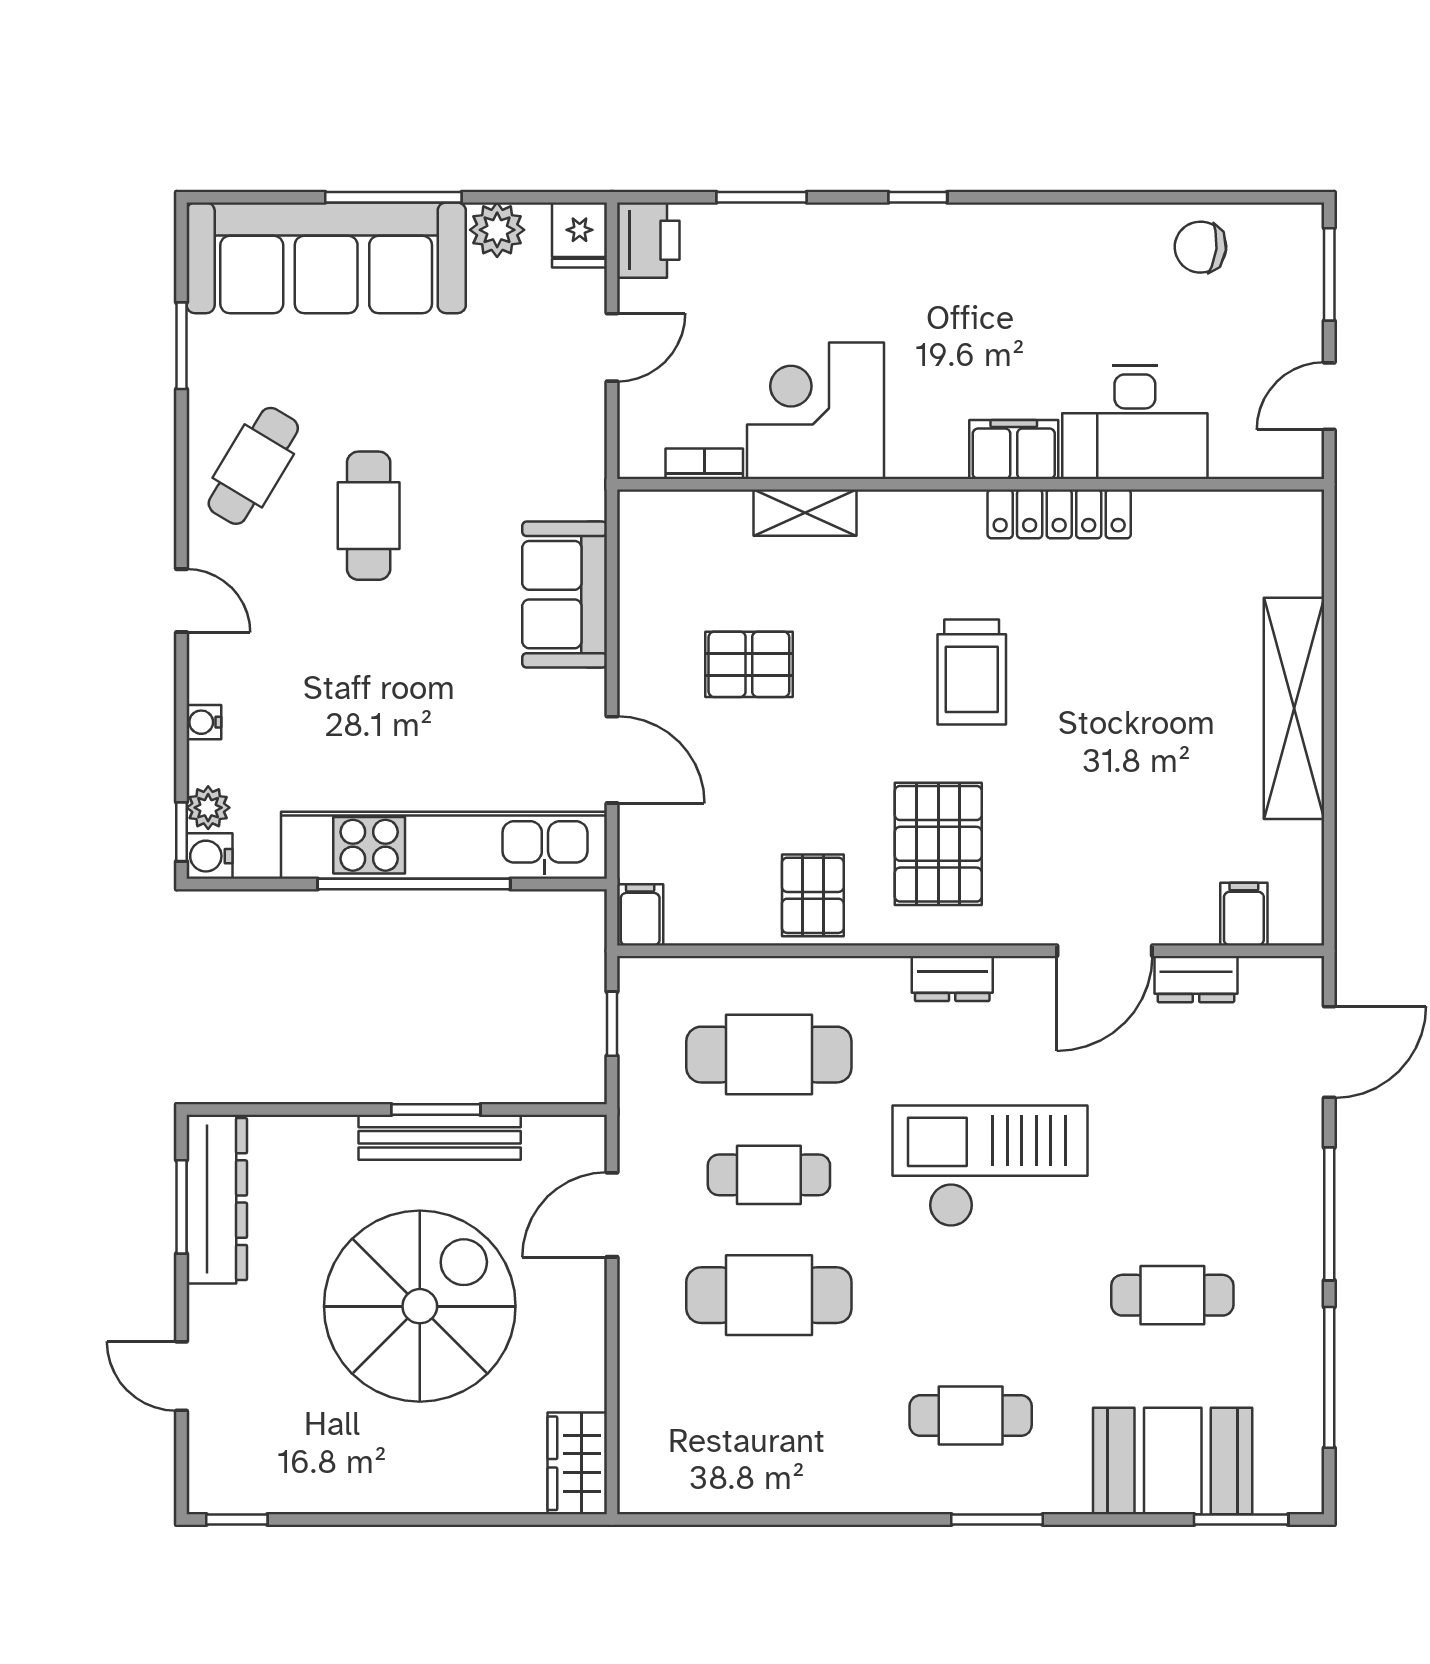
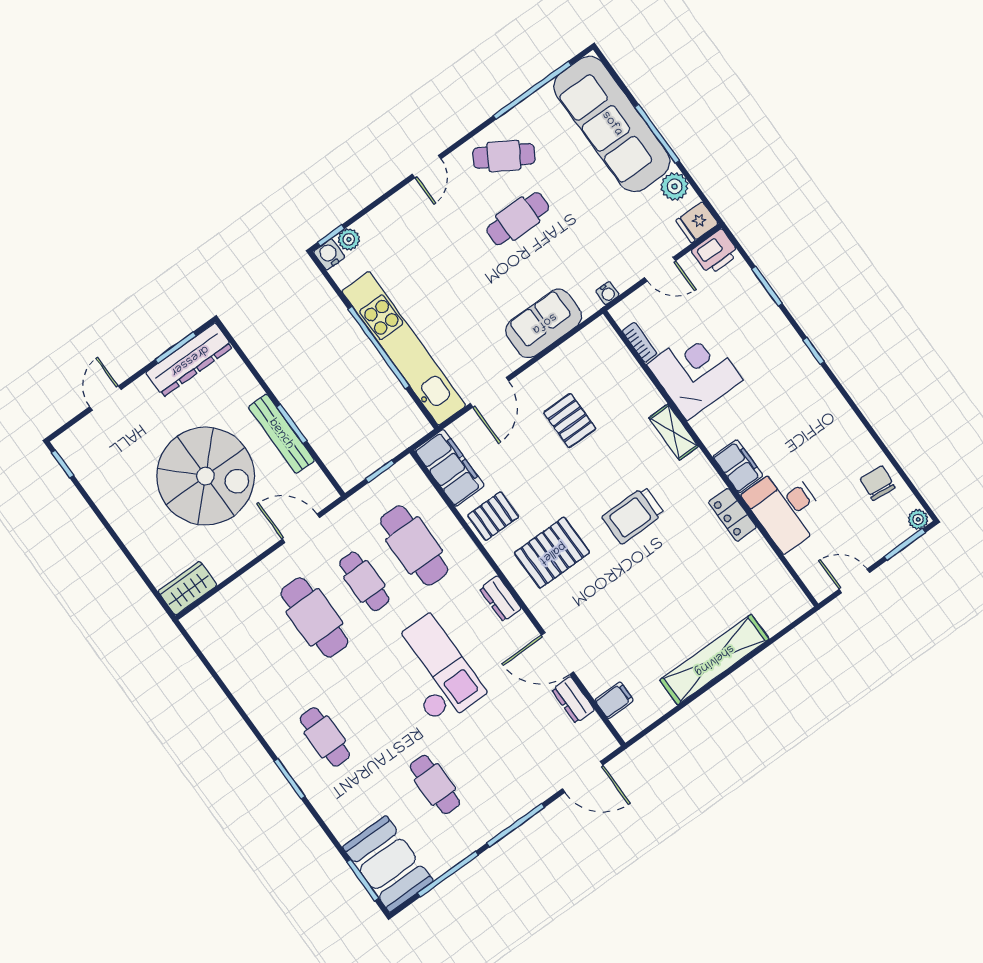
plant: (1305, 224) -> (918, 519), added
window: (182, 346) -> (532, 90), width x2.11
shelving: (805, 513) -> (674, 432), moved
locker: (1059, 514) -> (732, 515), width x0.66
water cooler: (204, 722) -> (607, 293), moved, turned 180
filing cabinet: (640, 915) -> (449, 468), width x3.00, depth x1.17
booth: (1173, 1461) -> (388, 864), moved

